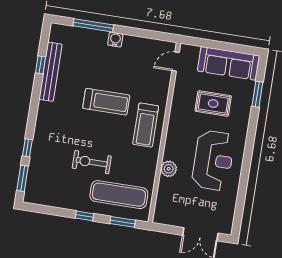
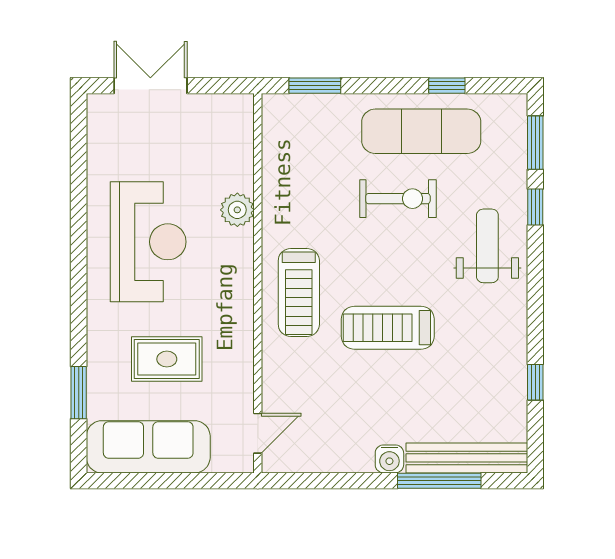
bench: (50, 72) -> (467, 458), moved, turned 90
treadmill: (146, 125) -> (299, 292), turned 180
weight bench: (53, 133) -> (487, 246), added
reception desk: (213, 160) -> (148, 242), turned 180
exercise mat: (119, 195) -> (421, 131), moved
window: (84, 216) -> (447, 86), moved

